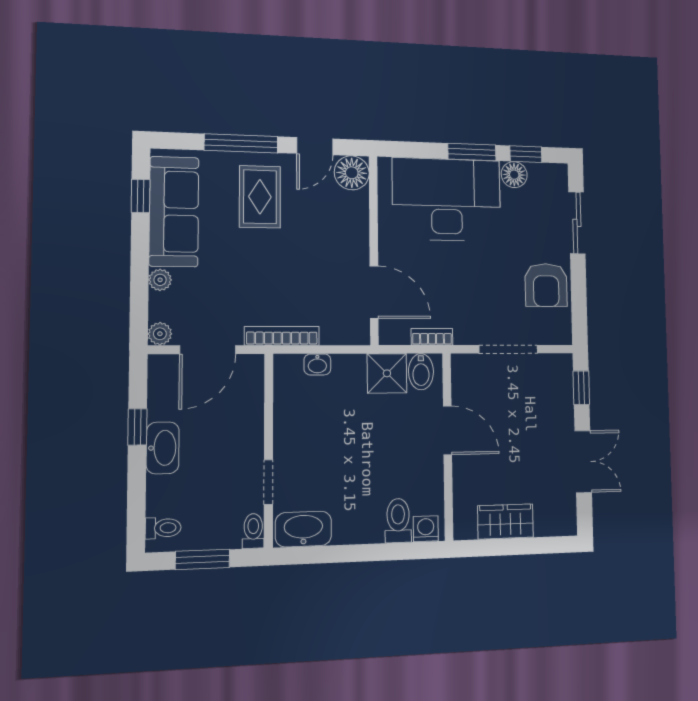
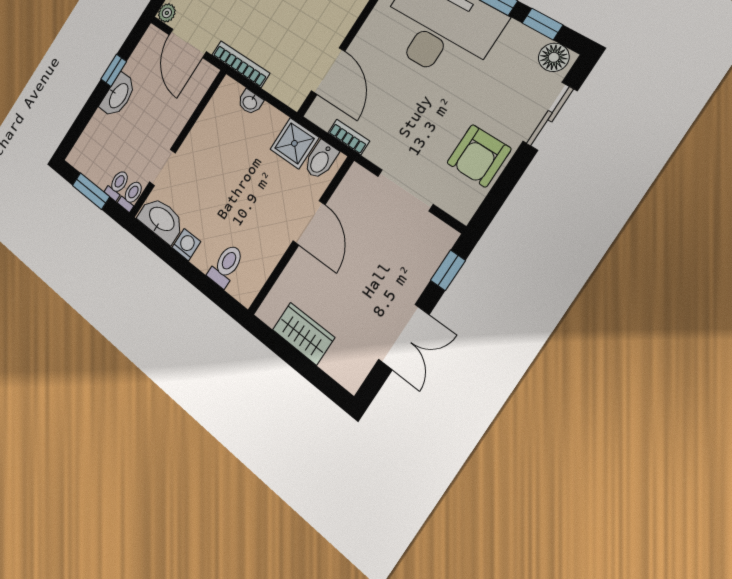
floor lamp: (514, 175) -> (554, 57), moved
door: (208, 350) -> (188, 43), hinge flipped
toilet: (163, 528) -> (117, 185), moved, turned -90
washing machine: (426, 529) -> (186, 245), moved

